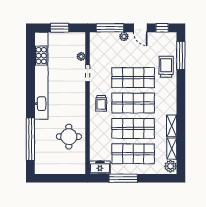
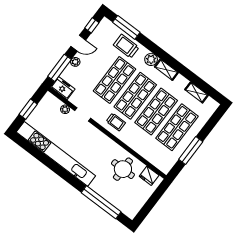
shelving: (172, 126) -> (166, 70), moved
fridge: (79, 161) -> (149, 176), added
plant: (171, 166) -> (151, 59), moved
freezer: (100, 167) -> (63, 88), moved, turned 90

